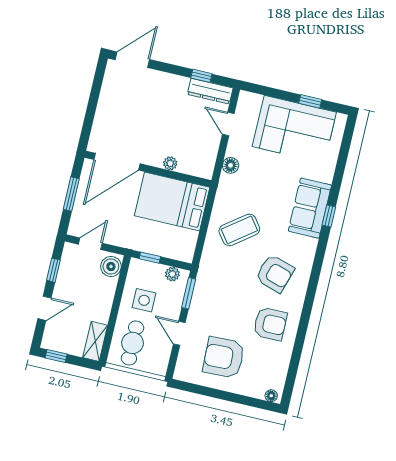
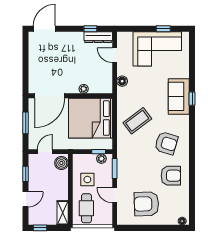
bed: (172, 202) -> (90, 118), width x1.36
window: (150, 258) -> (99, 152), moved

